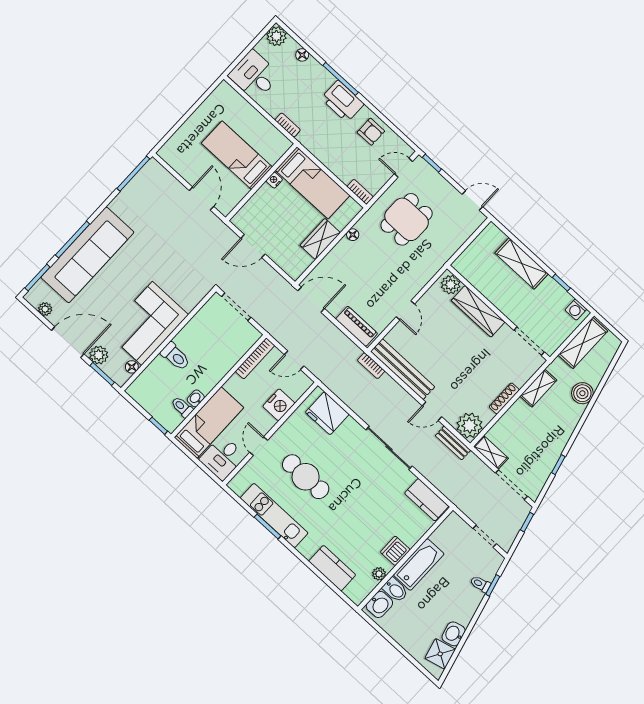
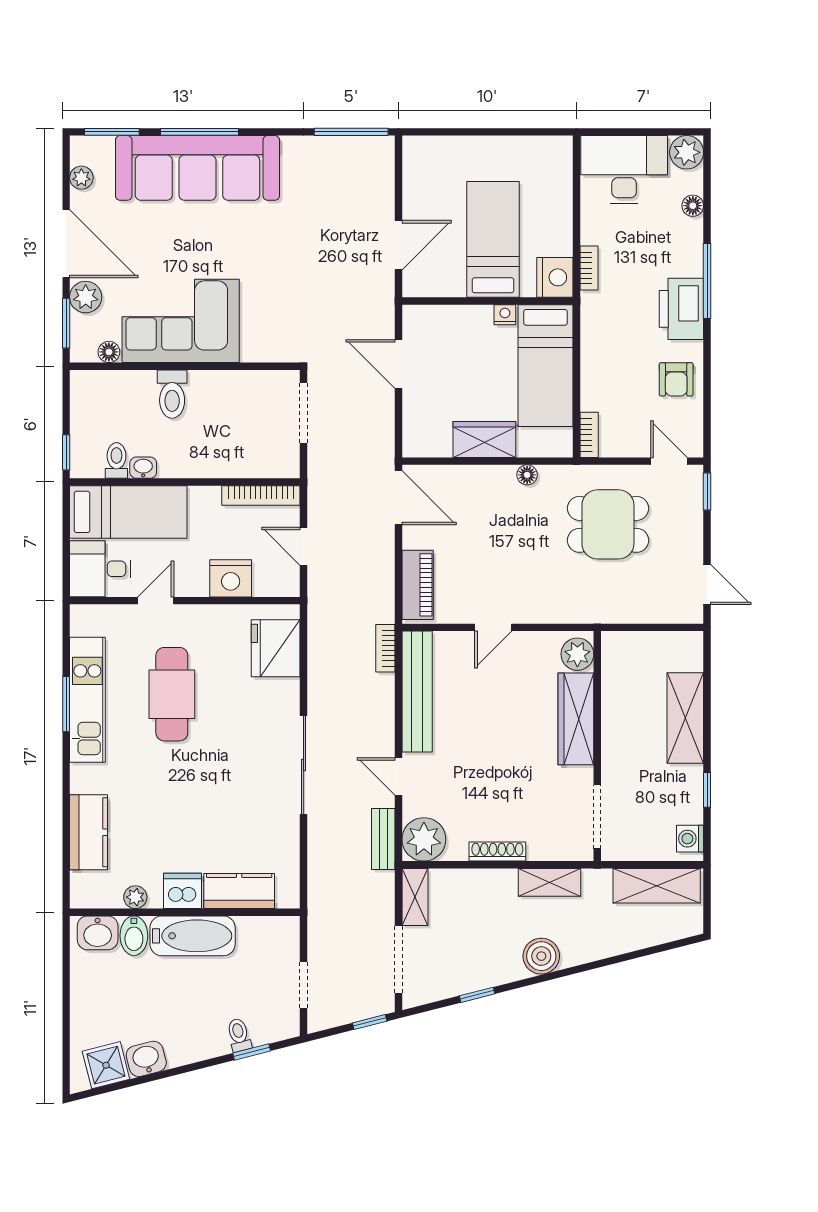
desk: (254, 75) -> (624, 169), width x1.37
nightstand: (278, 143) -> (555, 277), added
boiler: (582, 393) -> (541, 956), moved
kitchen counter: (427, 500) -> (239, 891), moved, turned 90

